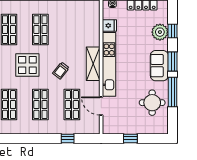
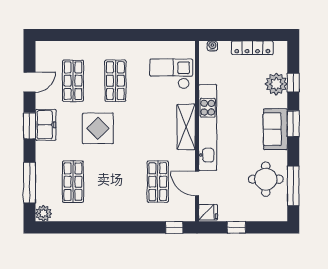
checkout: (82, 24) -> (171, 74), added
fridge: (109, 26) -> (208, 212), moved
trolley: (61, 71) -> (143, 136), removed
window: (173, 92) -> (293, 186), moved
shop shelf: (40, 105) -> (115, 182), removed
window: (68, 138) -> (174, 227), moved

